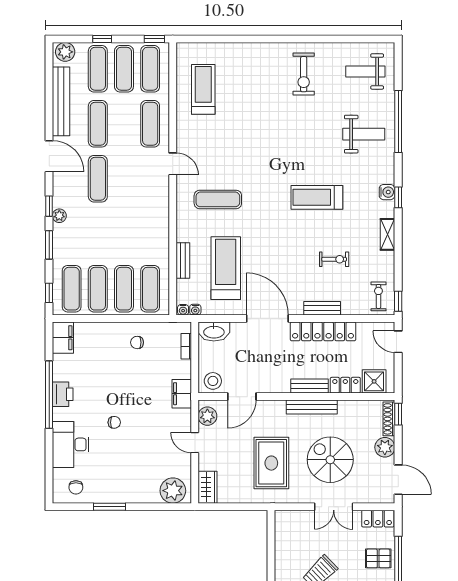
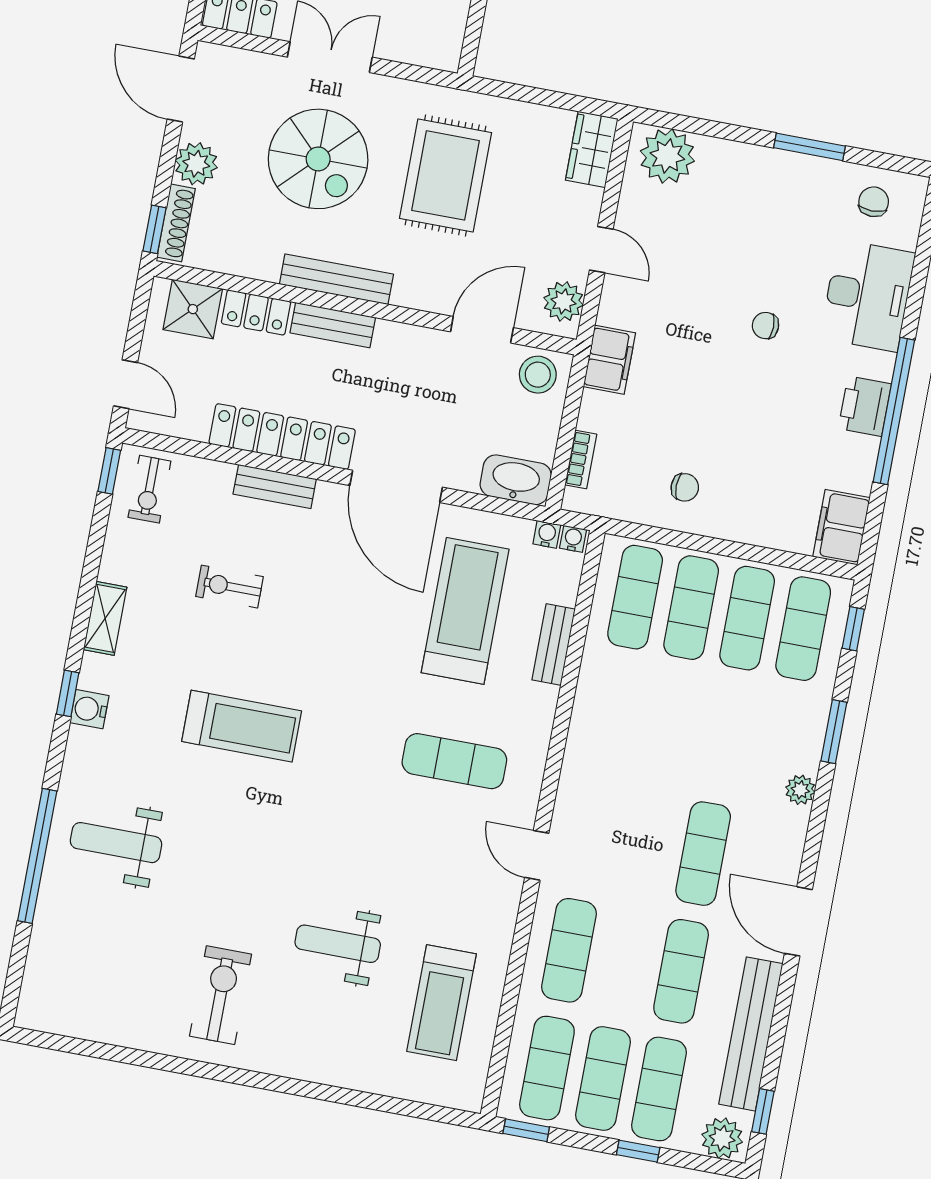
weight bench: (365, 71) -> (338, 944), moved, turned 180
window: (49, 206) -> (763, 1111), moved
treadmill: (226, 268) -> (465, 611), turned 180

